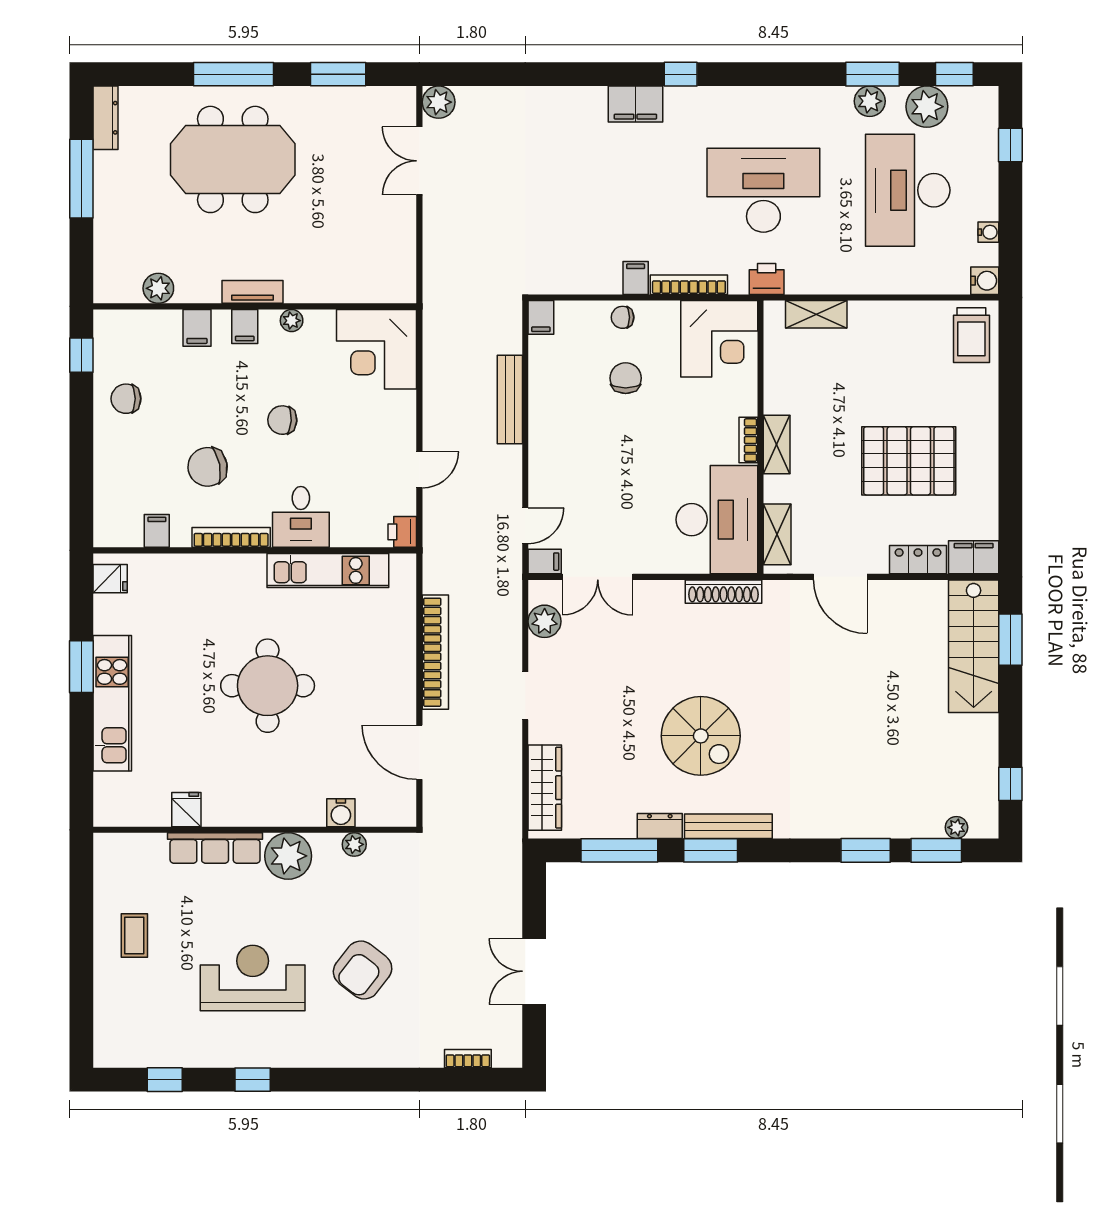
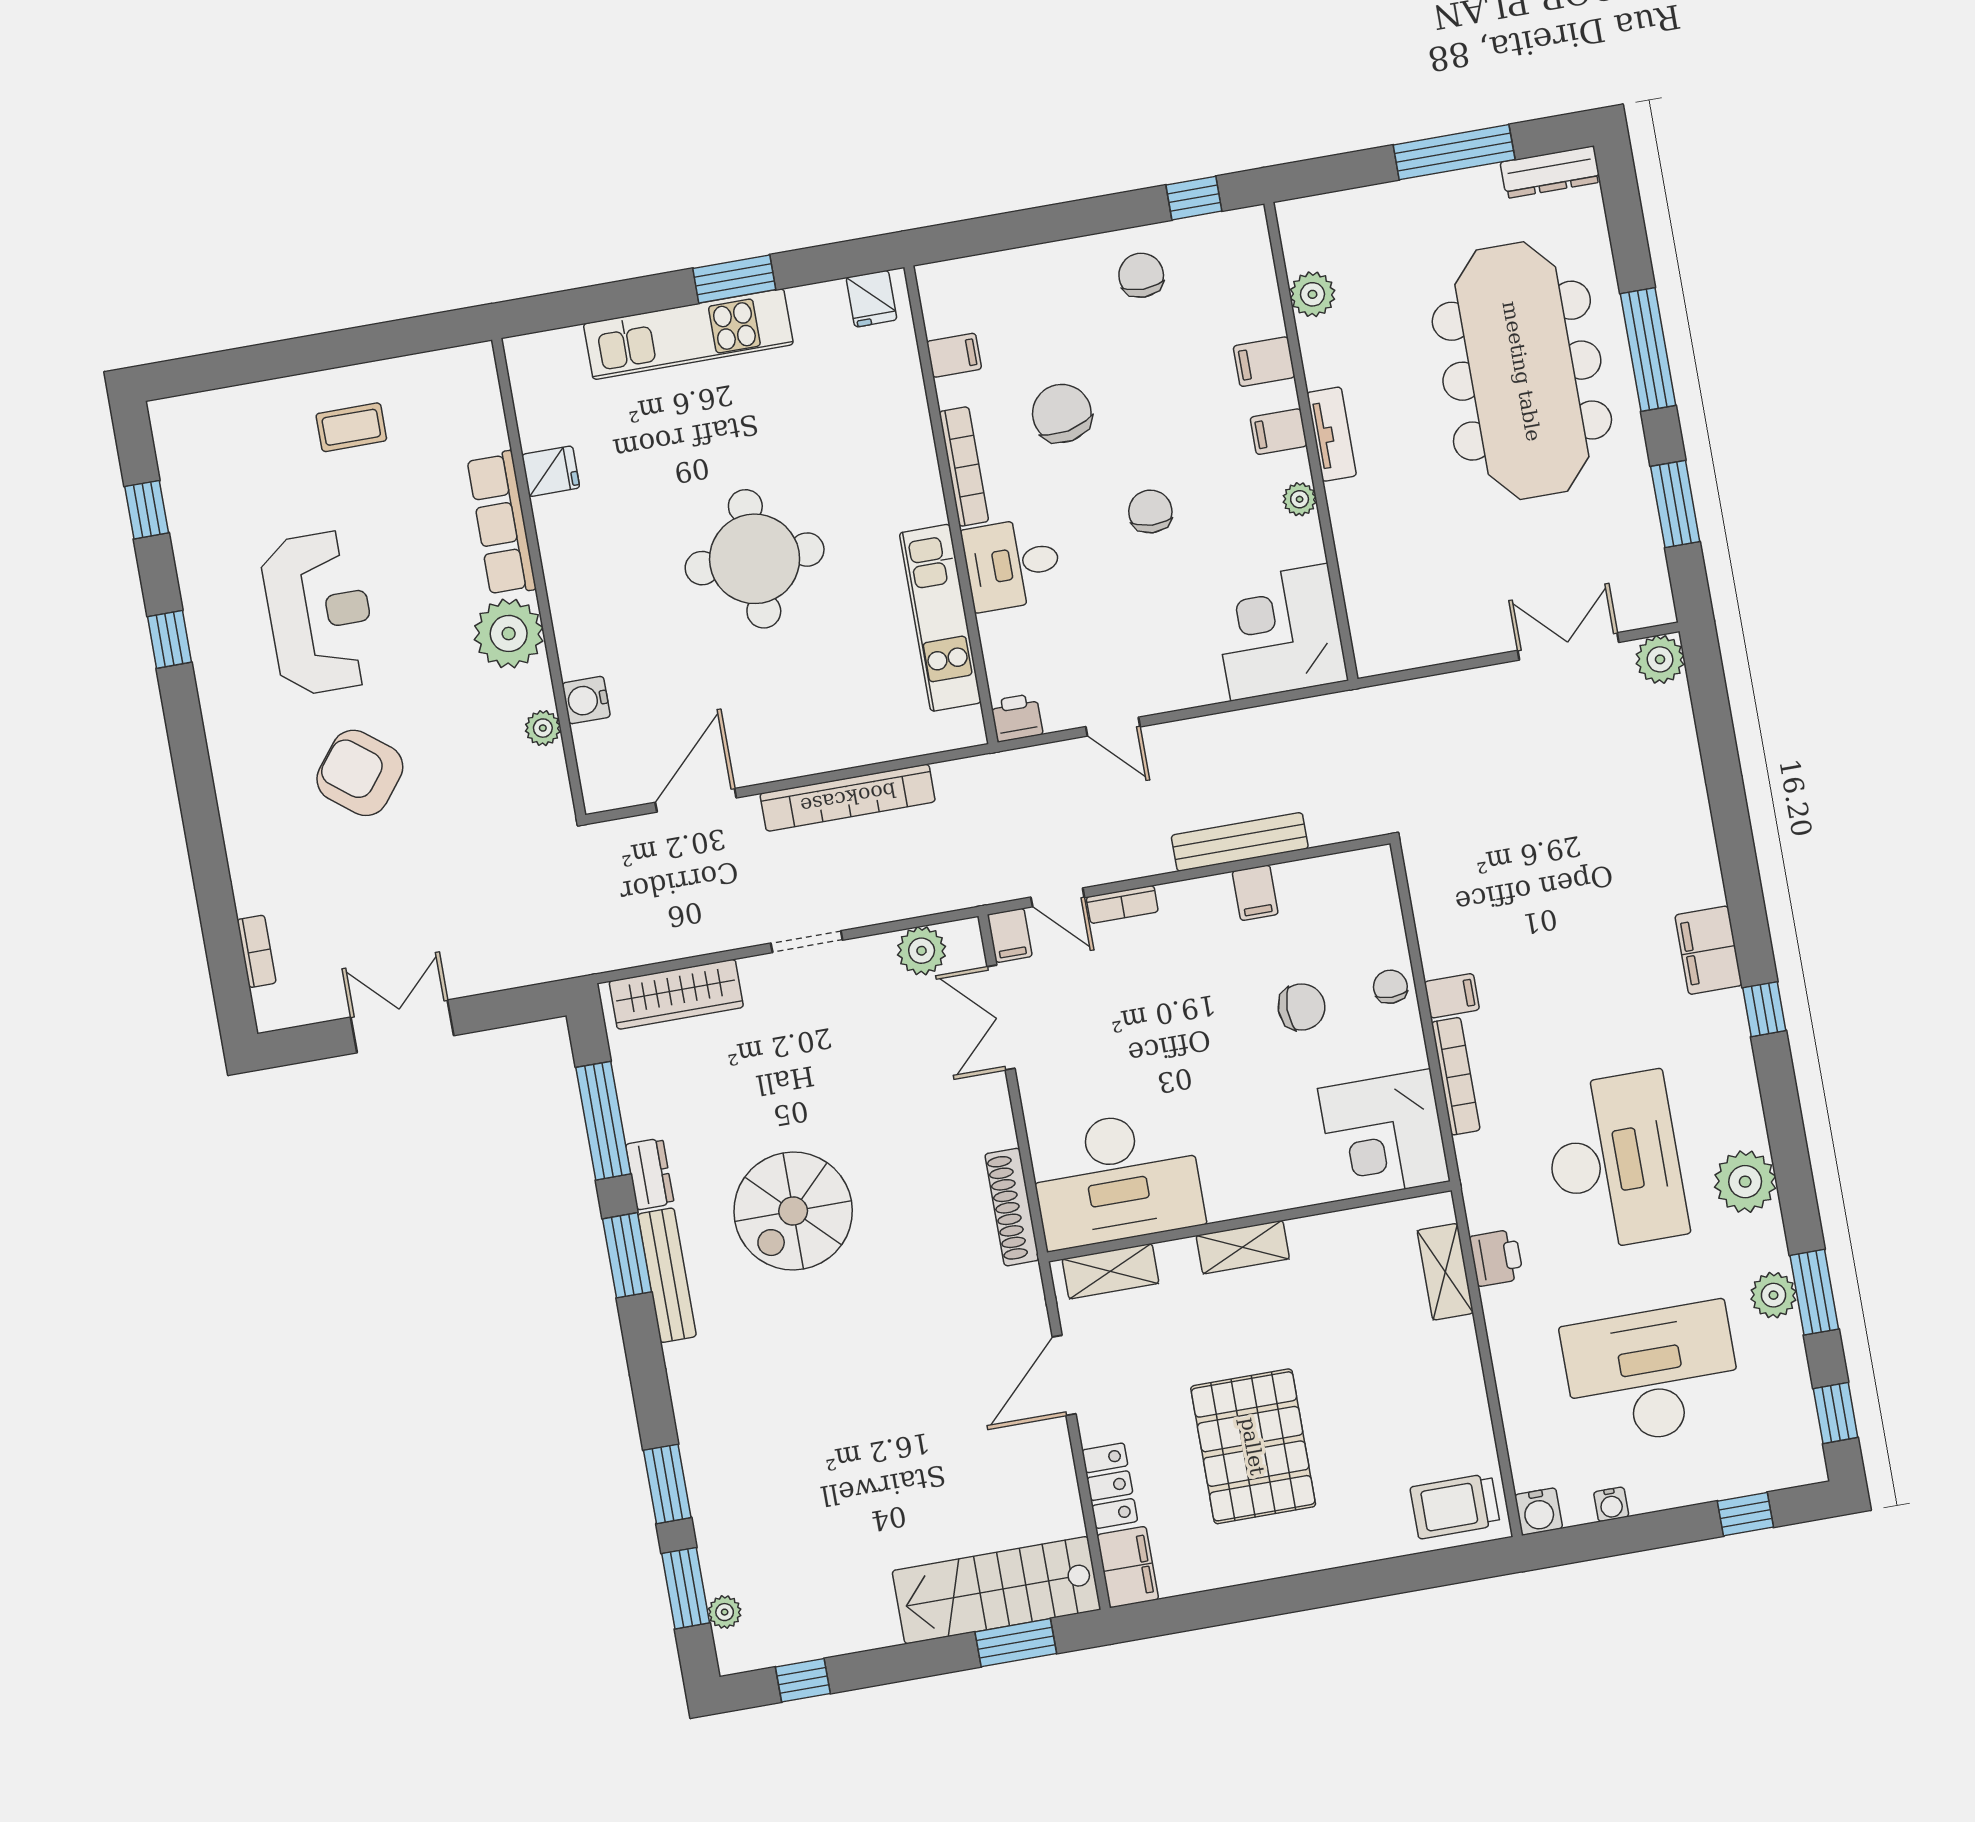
plant: (927, 107) -> (1745, 1182), moved
meeting table: (233, 159) -> (1522, 371), width x1.36
printer: (767, 279) -> (1496, 1258), moved
filing cabinet: (541, 317) -> (1255, 893), moved, turned -90
bookcase: (748, 440) -> (1122, 904), moved, turned 180

